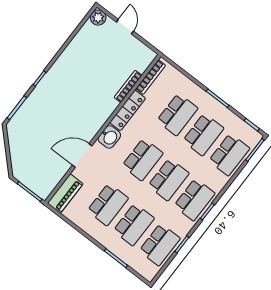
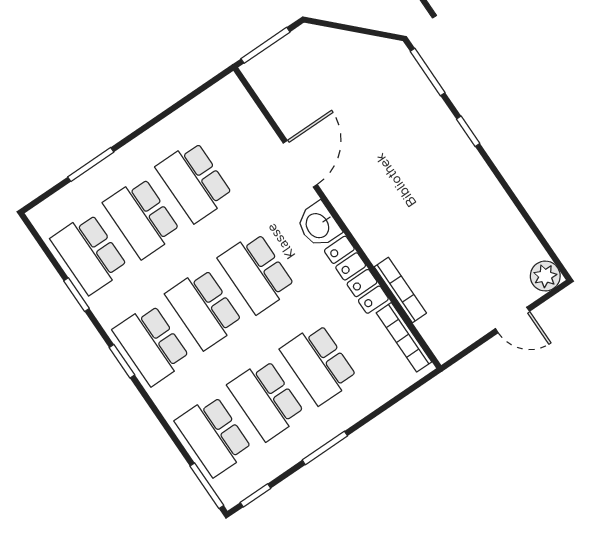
piano: (65, 193) -> (240, 110), removed

